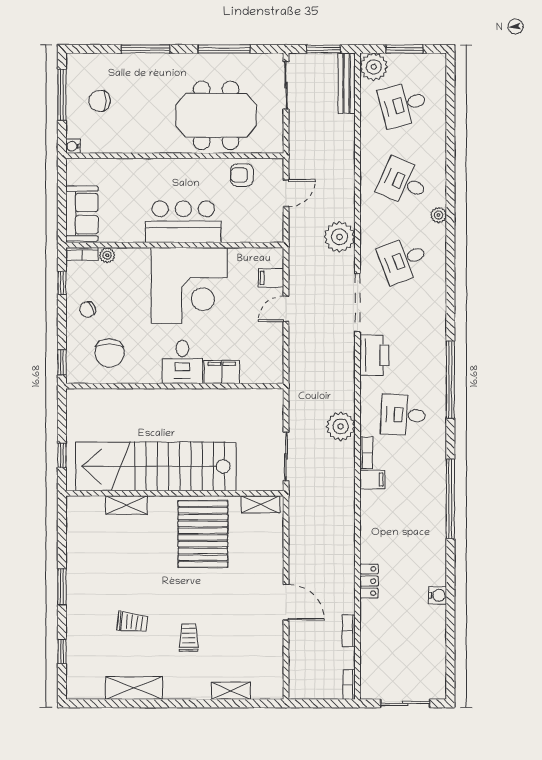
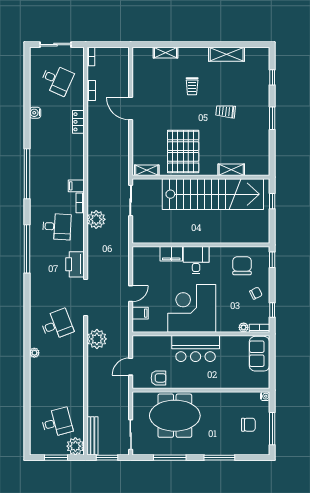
desk: (403, 182) -> (57, 80), moved
trolley: (132, 622) -> (226, 111), moved

